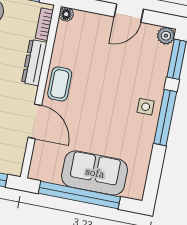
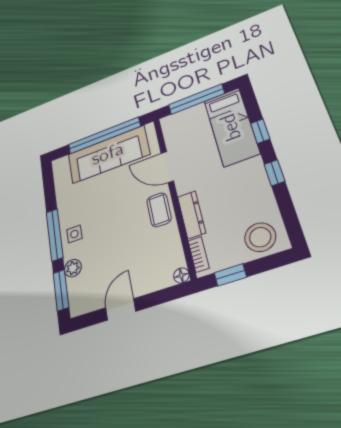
plant: (166, 36) -> (73, 268), moved
sofa: (95, 173) -> (108, 154), width x1.36

